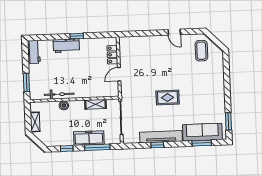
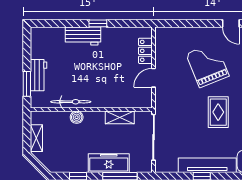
workbench: (34, 52) -> (38, 75), moved
grand piano: (158, 63) -> (208, 65), added
rug: (168, 98) -> (218, 112), turned 90

